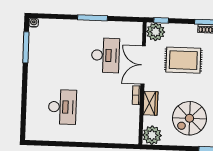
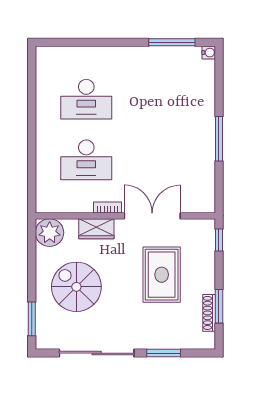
plant: (156, 32) -> (202, 232), removed
desk: (105, 55) -> (86, 160), moved

